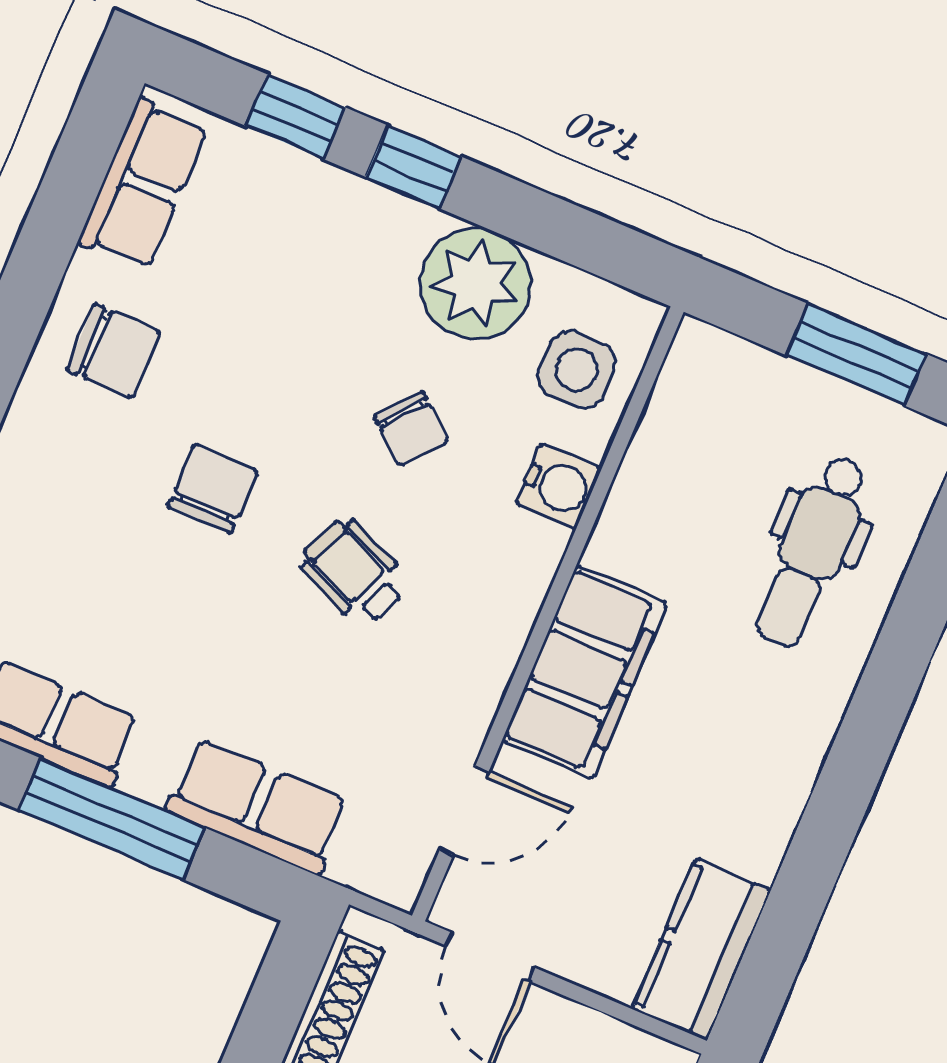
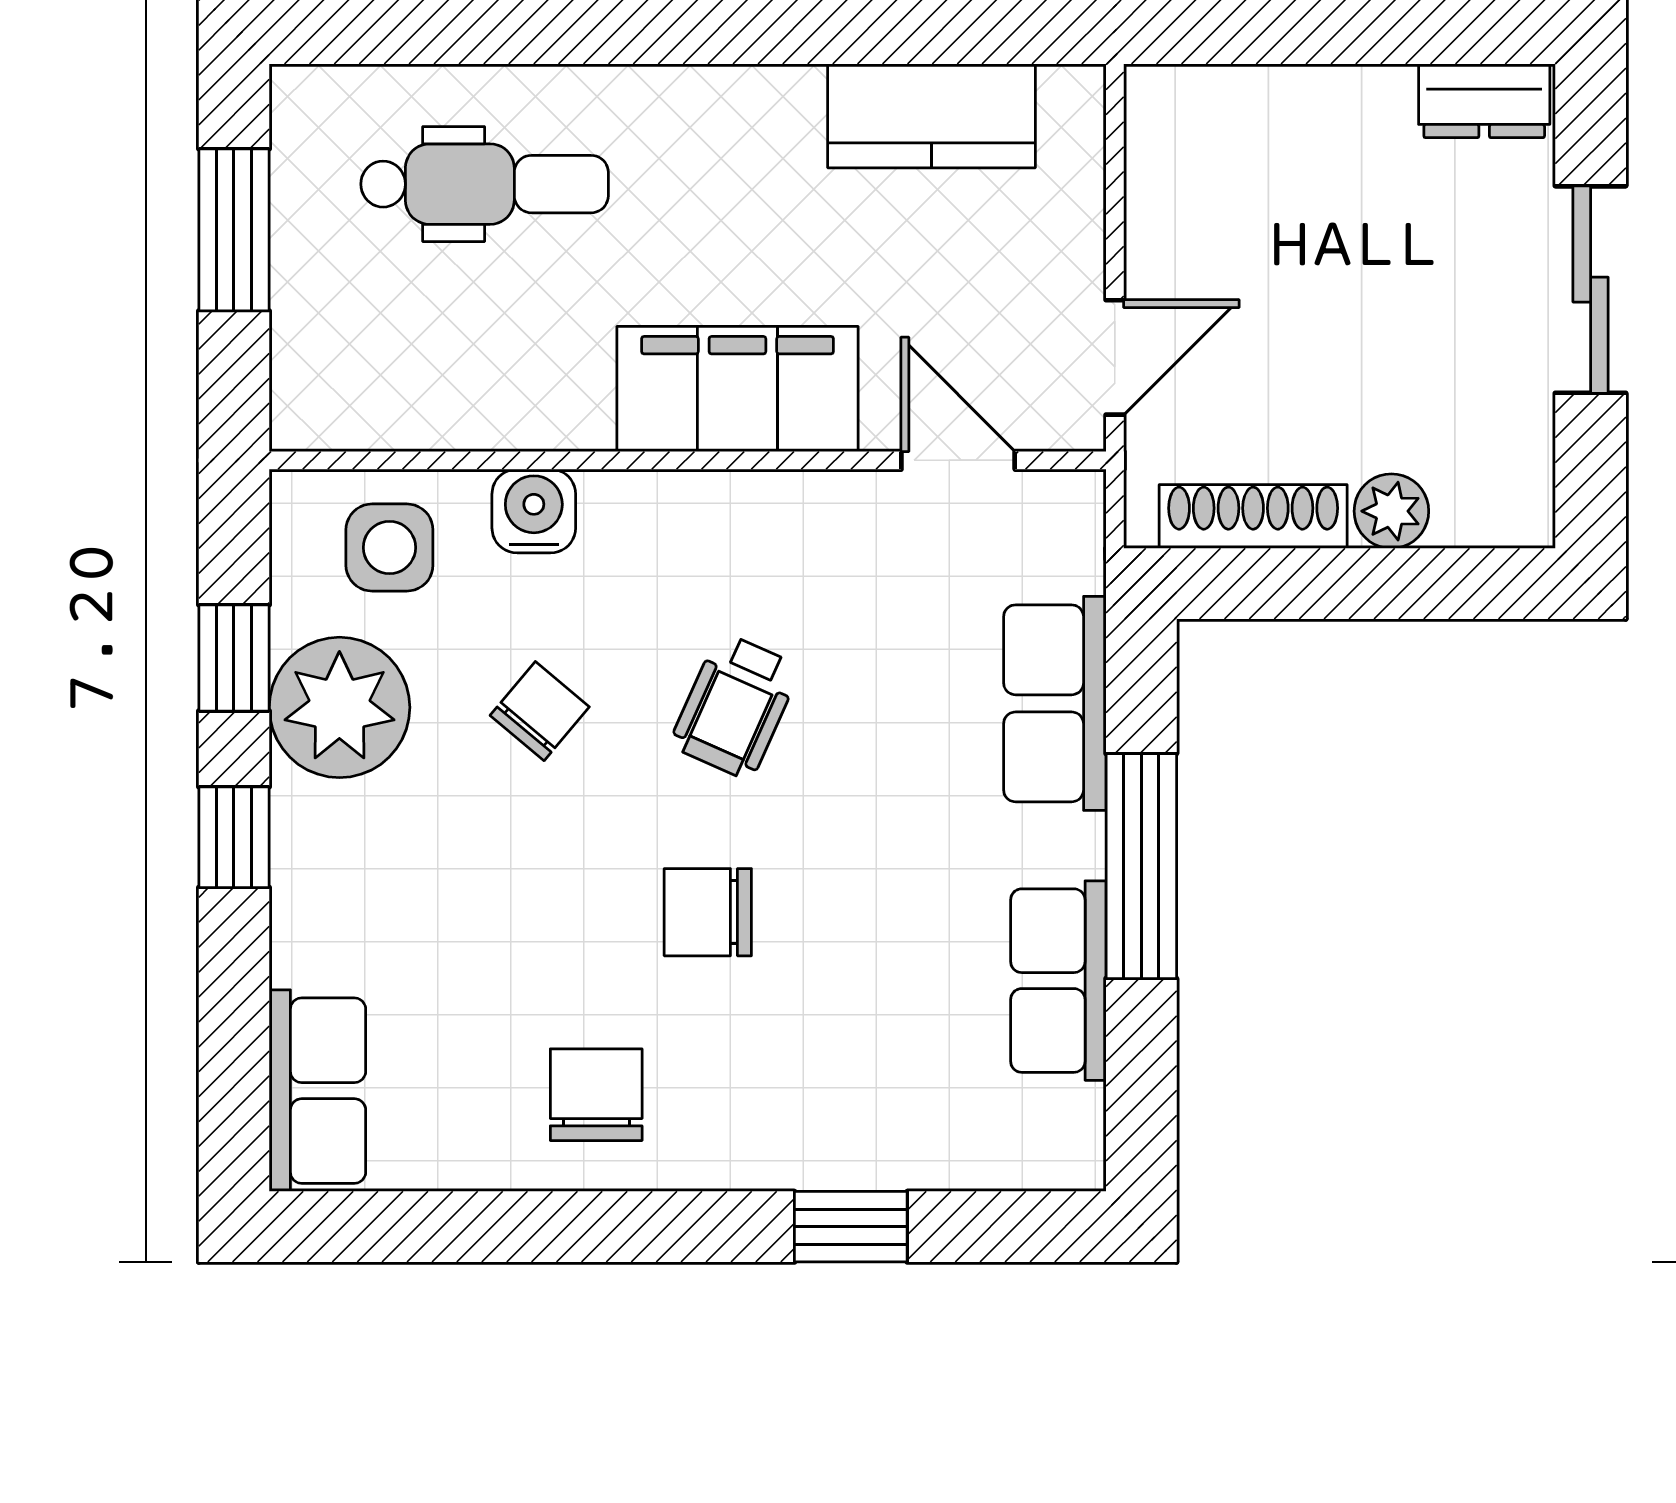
window: (295, 117) -> (234, 658), moved
row of seats: (143, 184) -> (317, 1091), moved, turned 90
kitchen counter: (701, 949) -> (932, 116), moved

